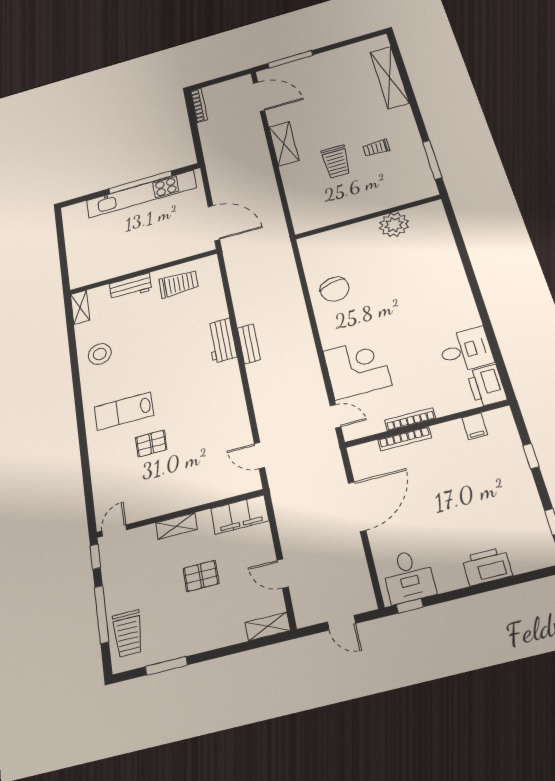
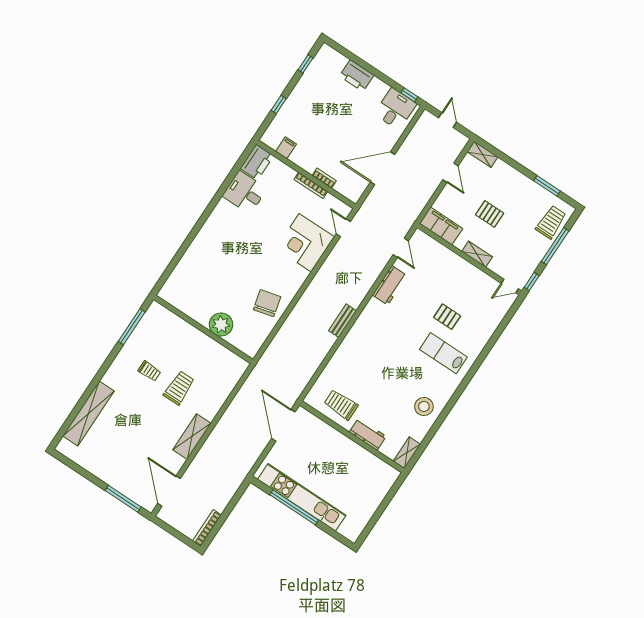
plant: (394, 225) -> (221, 325), moved
workbench: (222, 340) -> (390, 285), moved
lab bench: (124, 411) -> (443, 353), turned 180
bookcase: (405, 439) -> (324, 178), width x0.64

